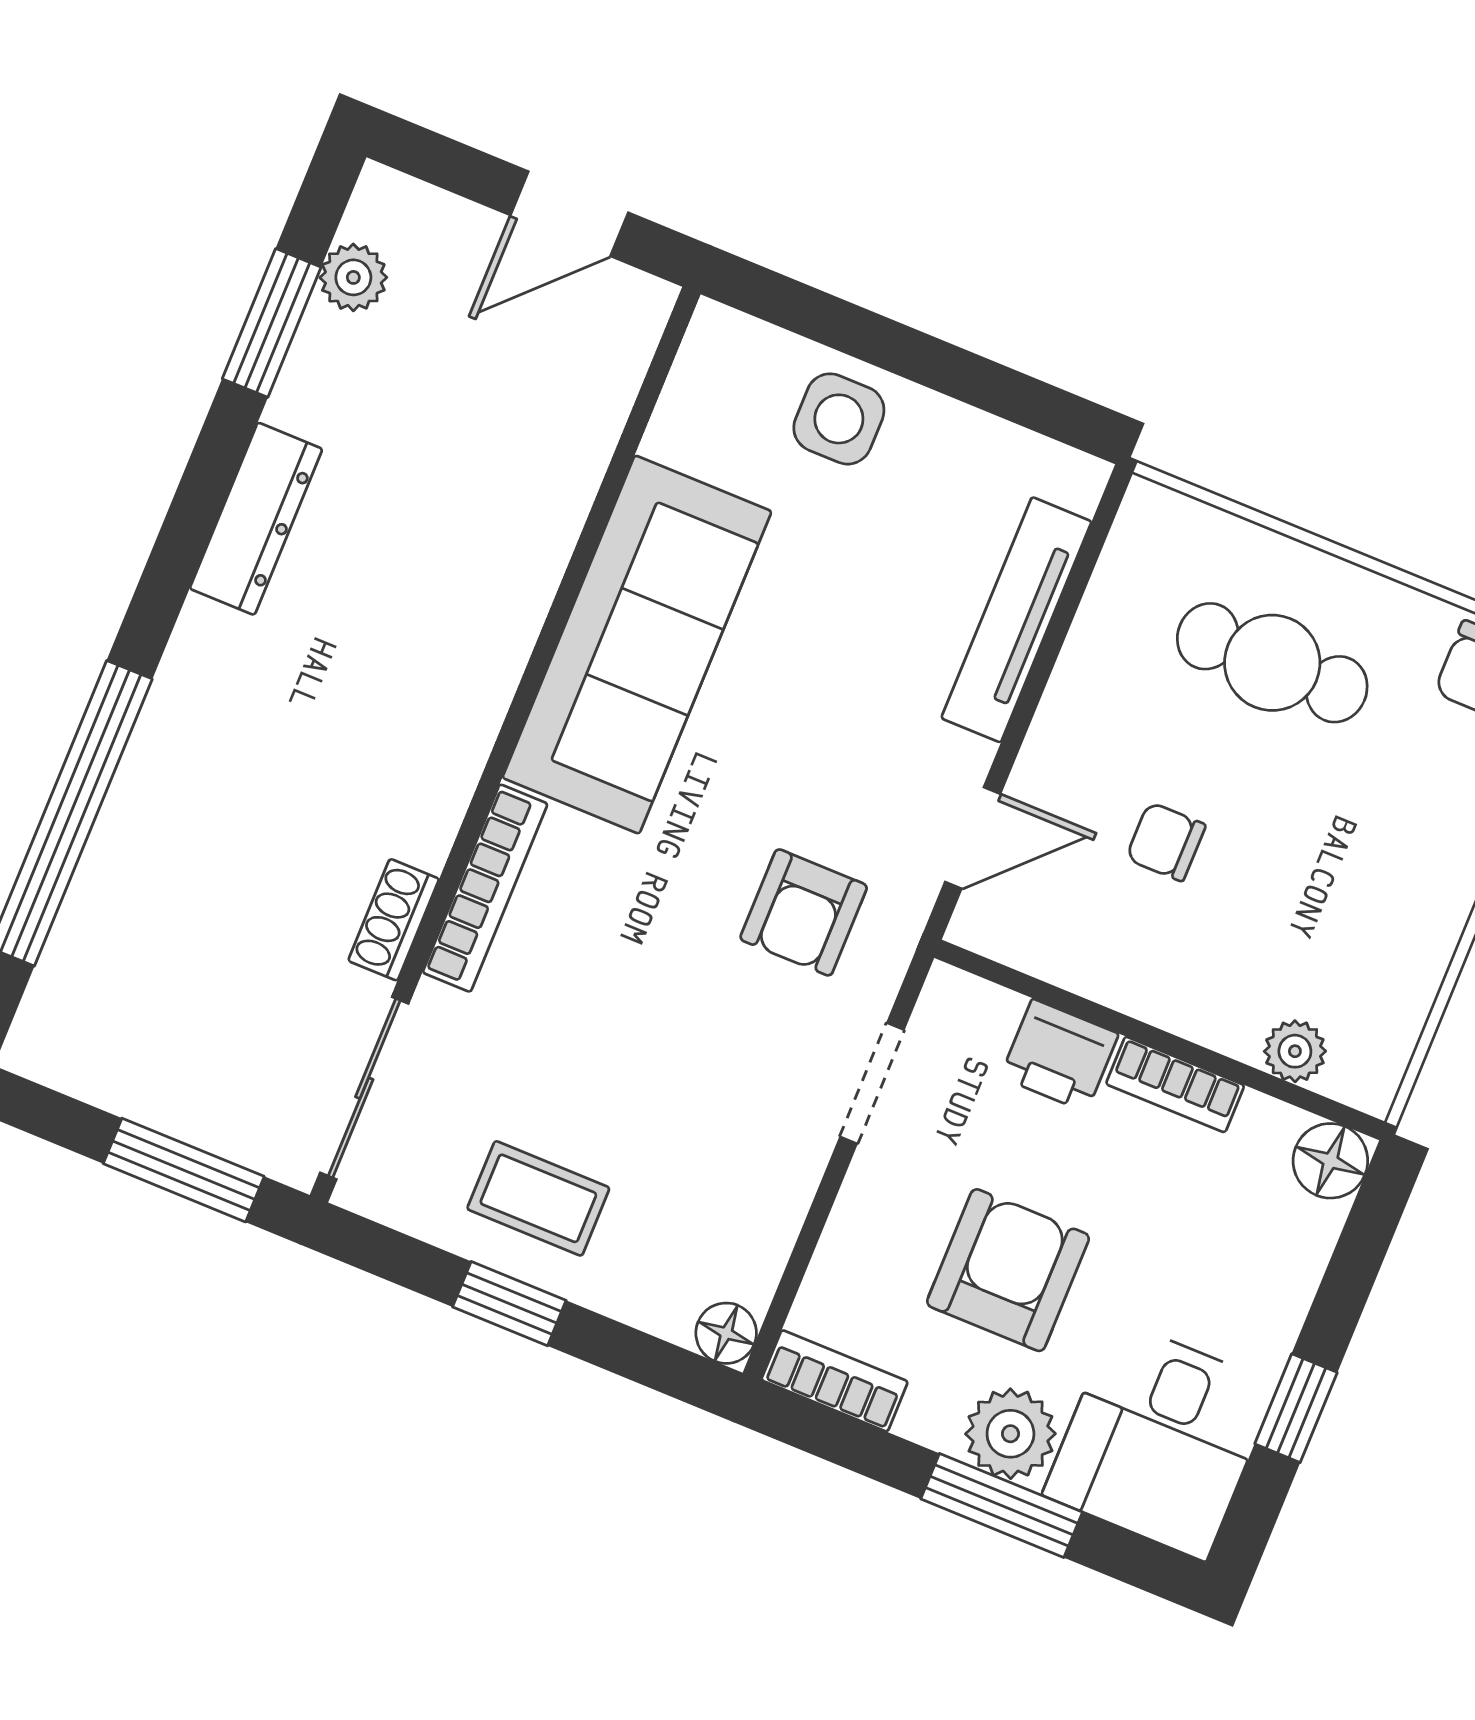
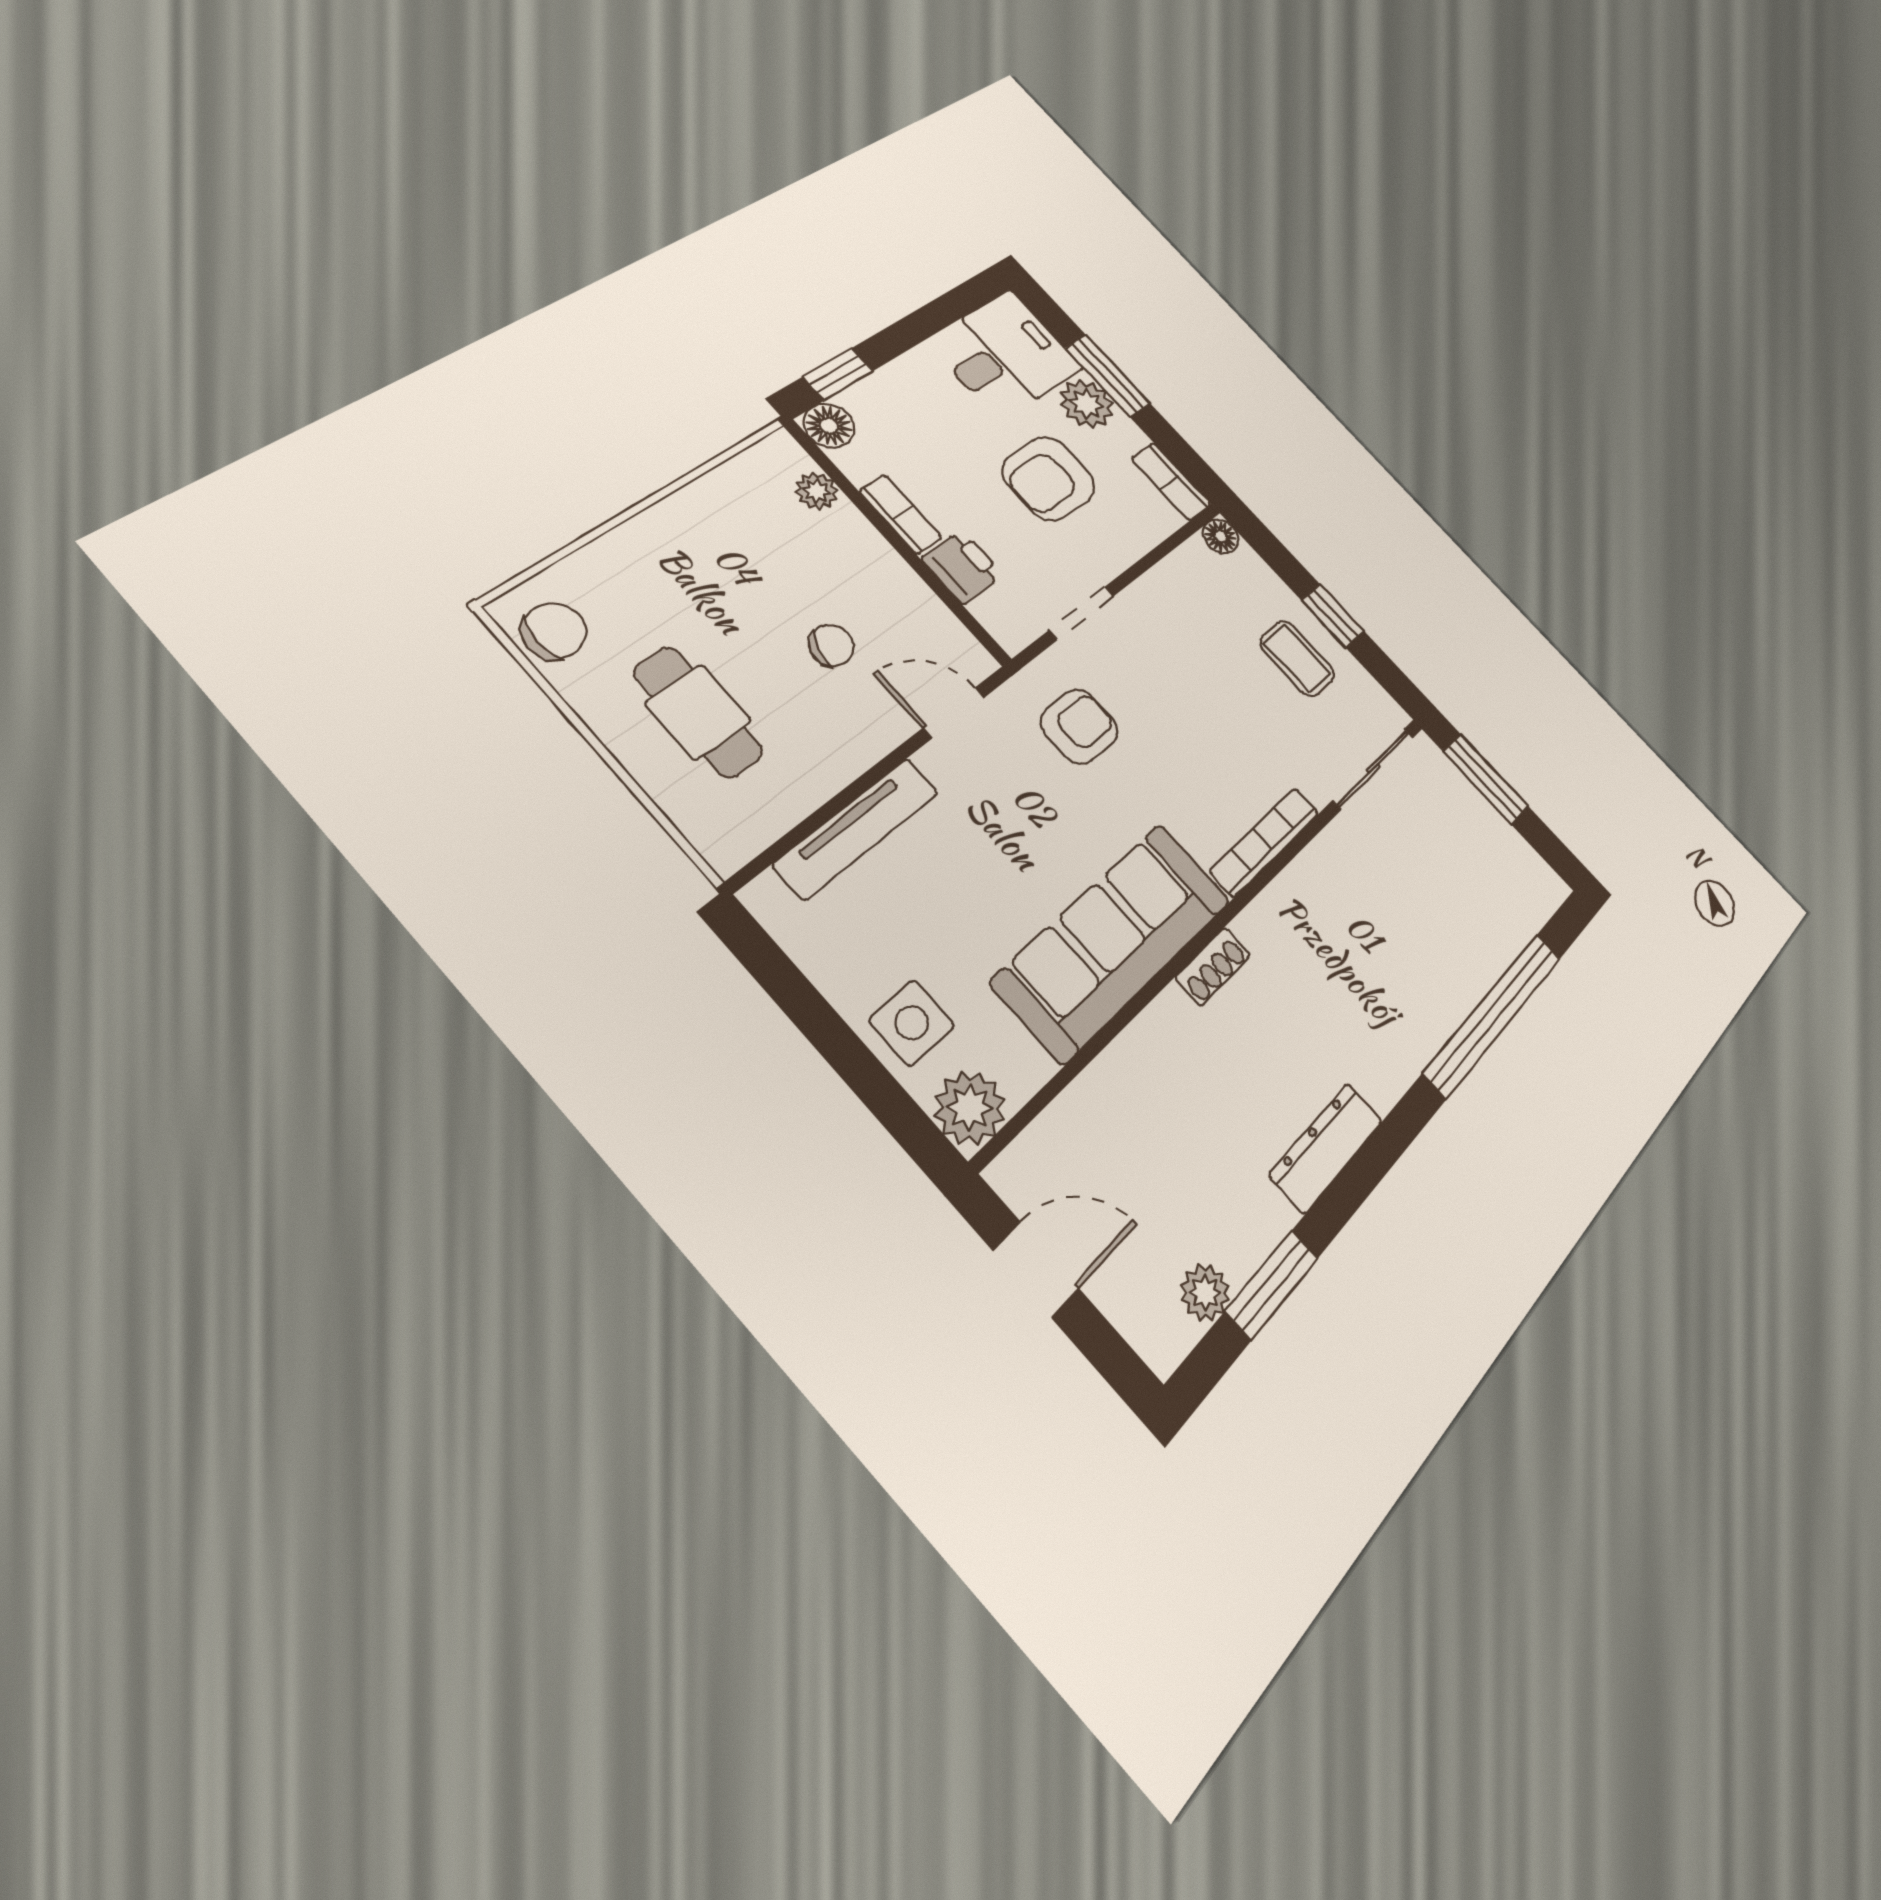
plant: (726, 355) -> (970, 1108), added
chair: (1166, 842) -> (831, 645), turned -73
shoe rack: (394, 920) -> (1213, 966), moved
window: (1296, 1408) -> (838, 374), moved

